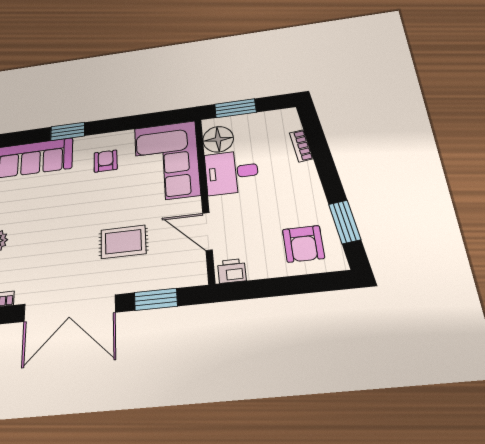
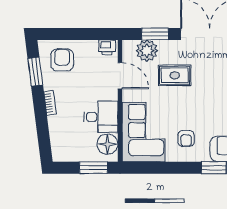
bookcase: (301, 146) -> (50, 103), moved
plant: (168, 272) -> (147, 51), added

